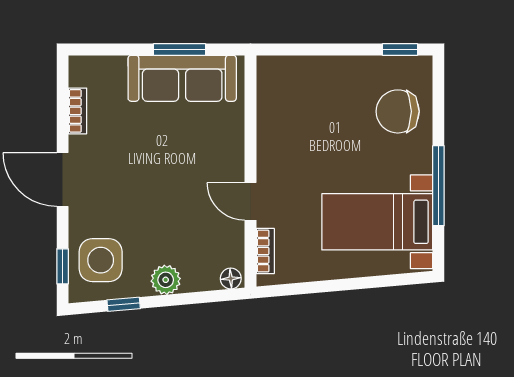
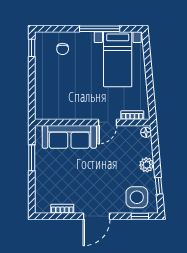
sofa: (182, 78) -> (69, 137), moved, turned 90
chair: (398, 111) -> (63, 49), width x0.54, depth x0.54

